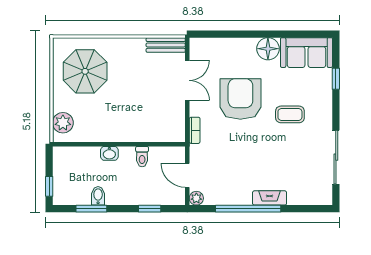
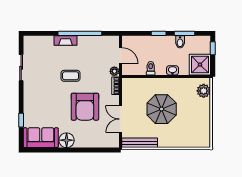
bench: (166, 45) -> (140, 143), width x1.36
parasol: (85, 71) -> (162, 109), moved
coffee table: (290, 114) -> (71, 76), moved
sliding door: (336, 157) -> (21, 68), width x0.73
shower: (68, 162) -> (200, 65), added
plant: (196, 198) -> (114, 71), moved
window: (150, 209) -> (159, 33), moved

